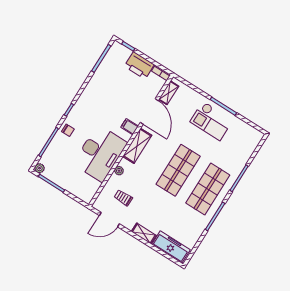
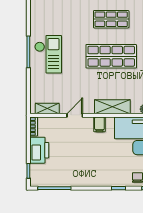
door: (149, 111) -> (75, 115), width x0.53
shop shelf: (208, 189) -> (111, 19), width x0.70, depth x0.74

